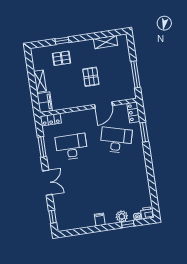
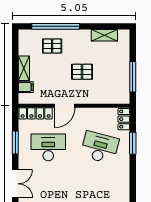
window: (62, 41) -> (56, 26), width x3.17
pallet: (91, 77) -> (82, 72), turned 90
filing cabinet: (45, 102) -> (26, 87), width x0.50
door: (104, 105) -> (65, 106), moved
locker: (51, 120) -> (36, 113), width x1.53

